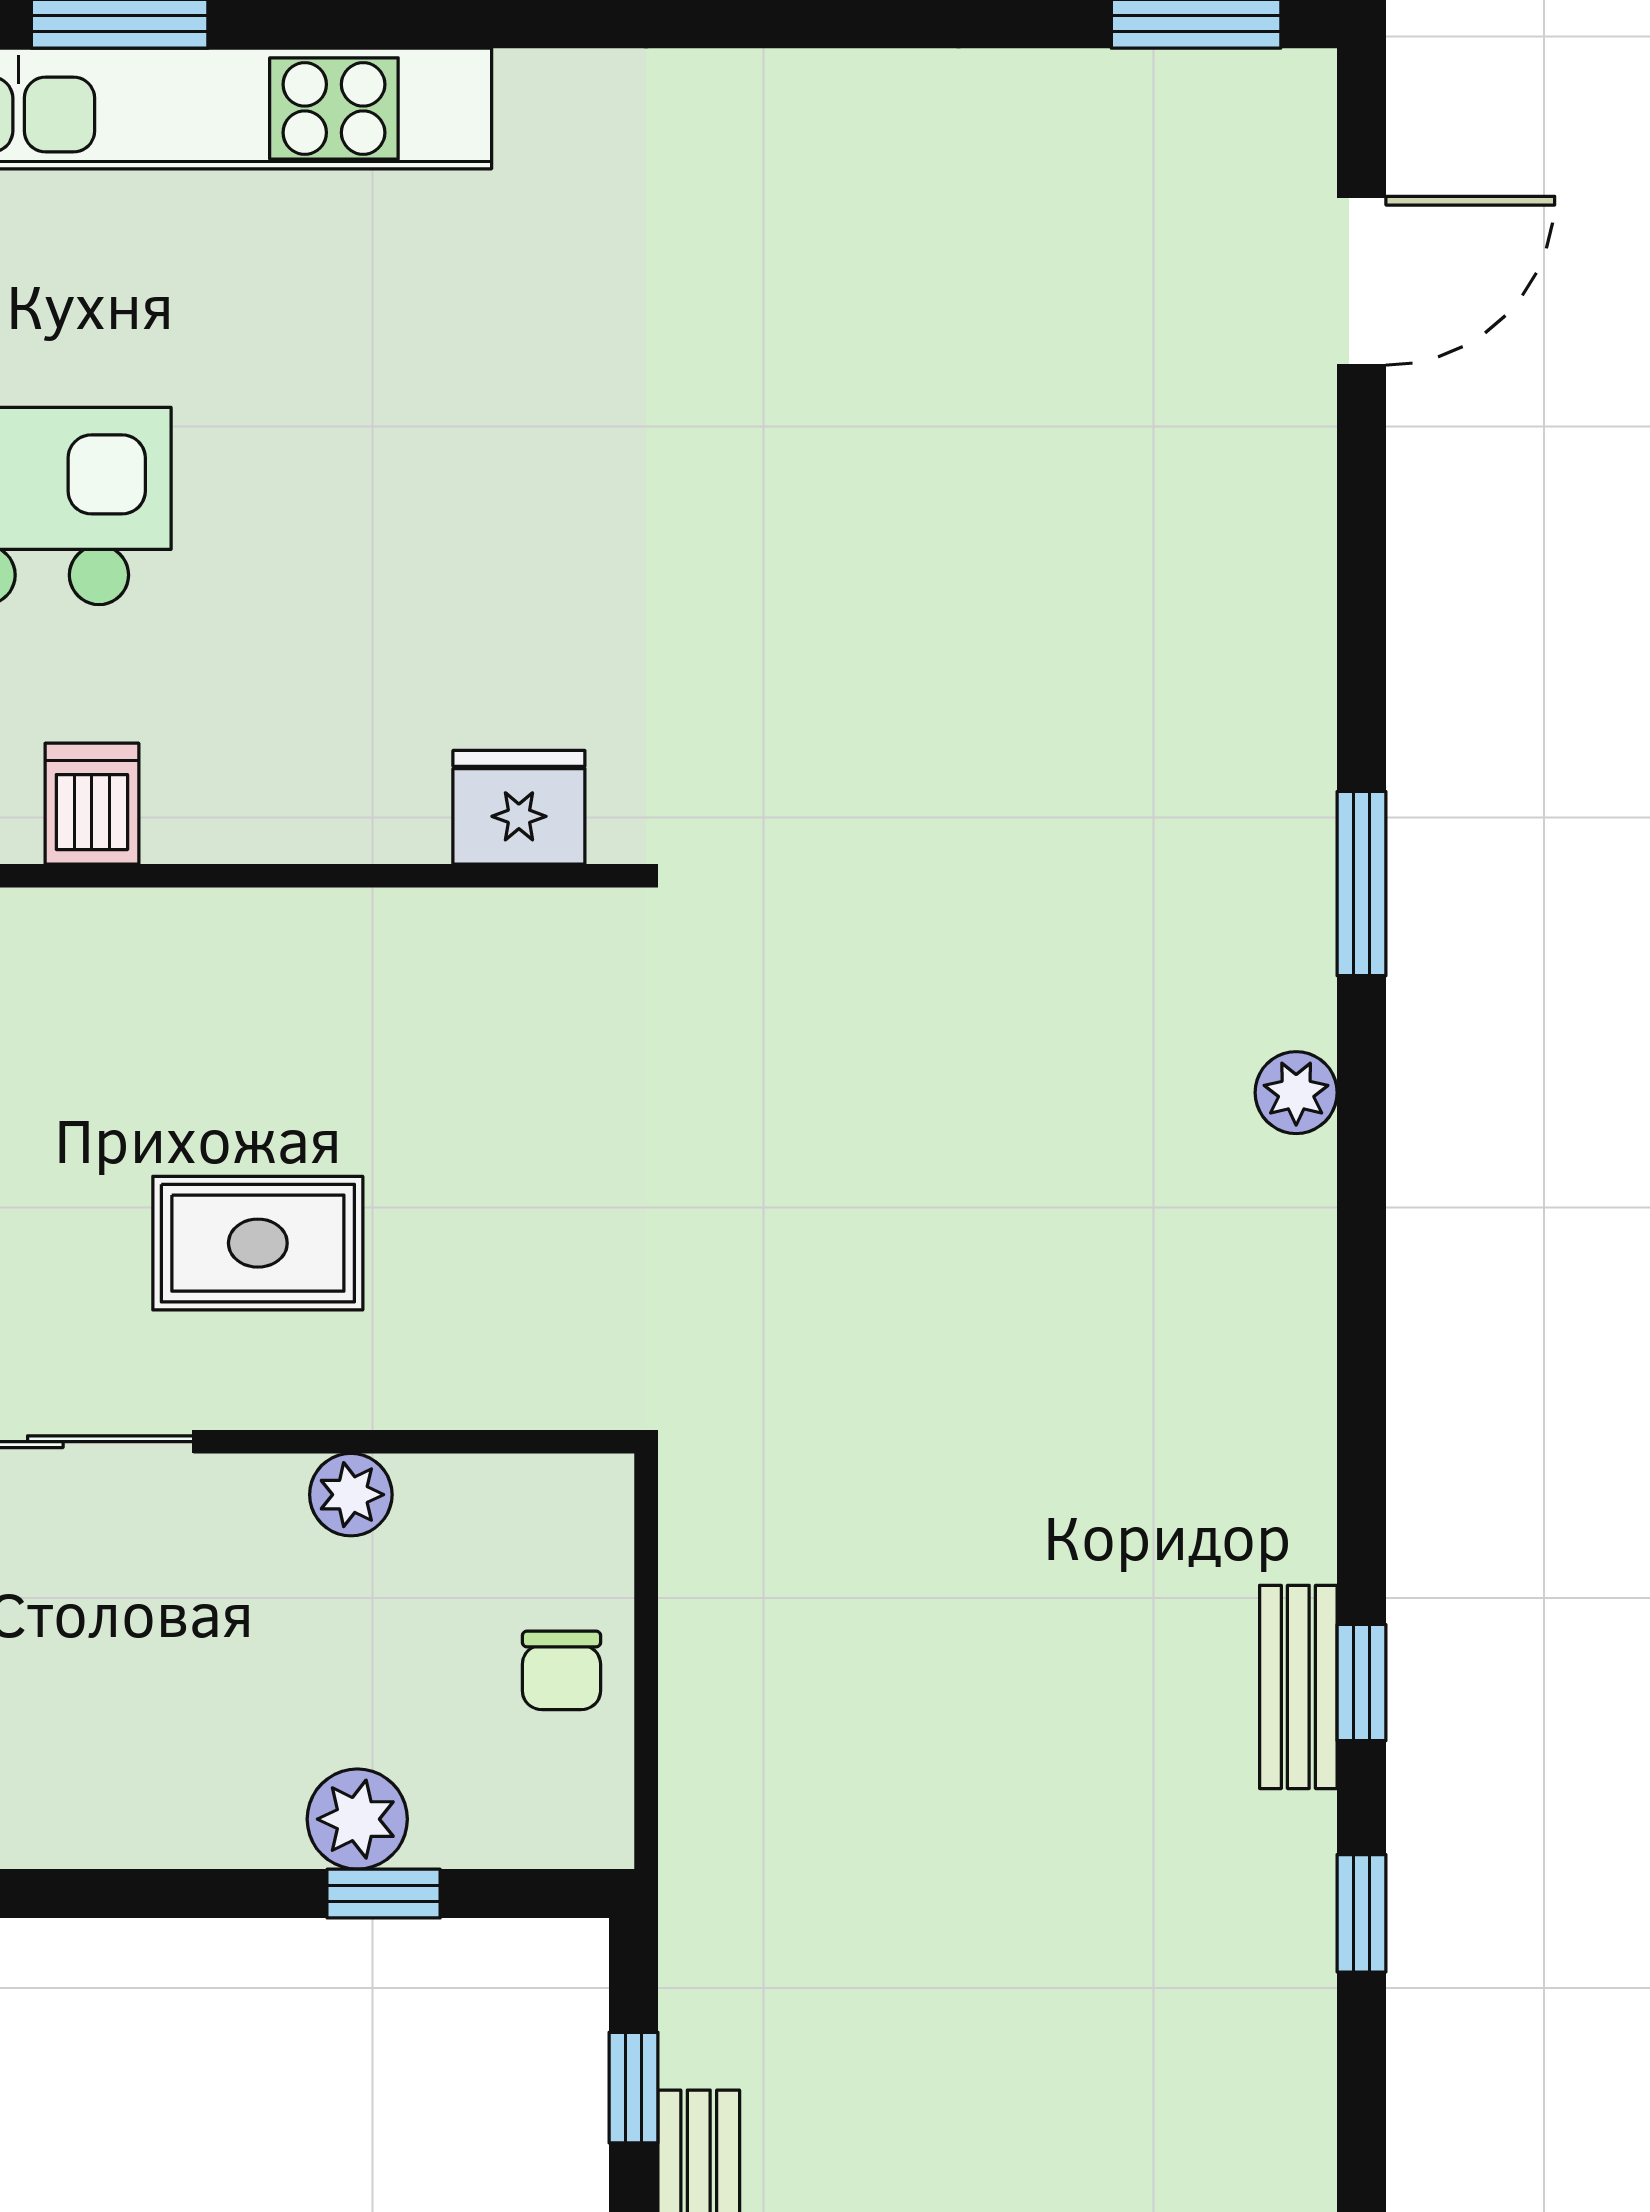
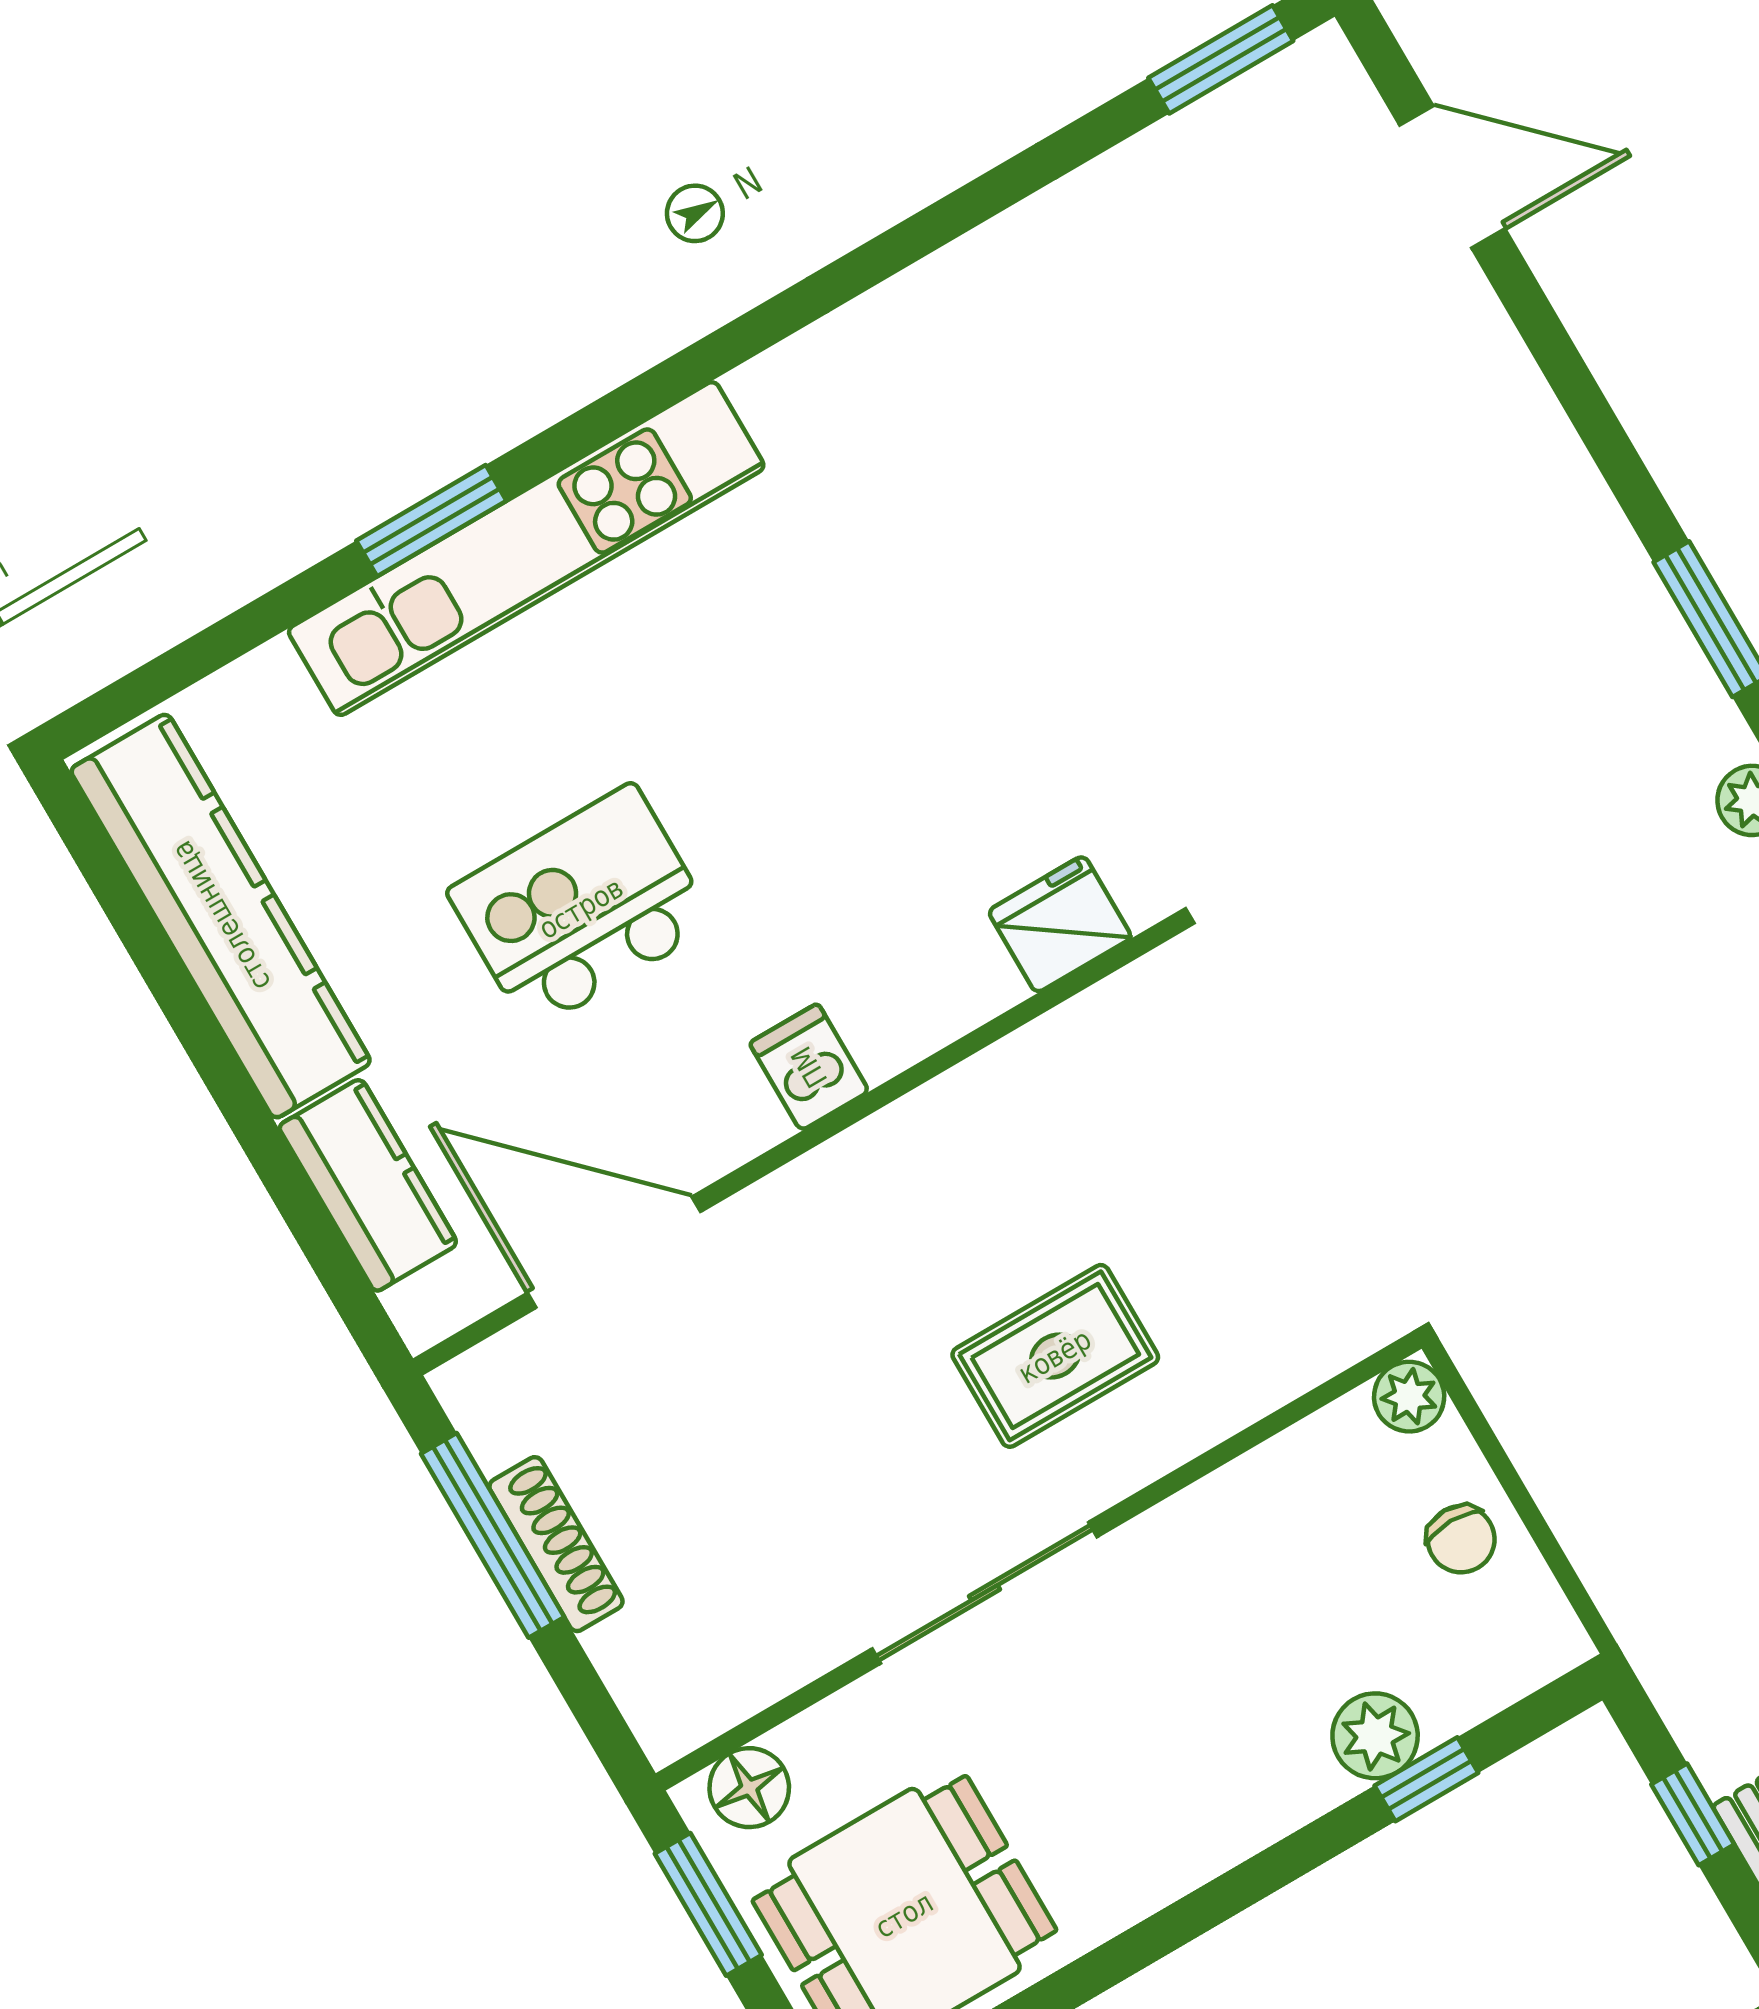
door: (1362, 281) -> (1452, 177), hinge flipped
dishwasher: (92, 804) -> (809, 1067), moved
plant: (351, 1495) -> (1409, 1397), moved

